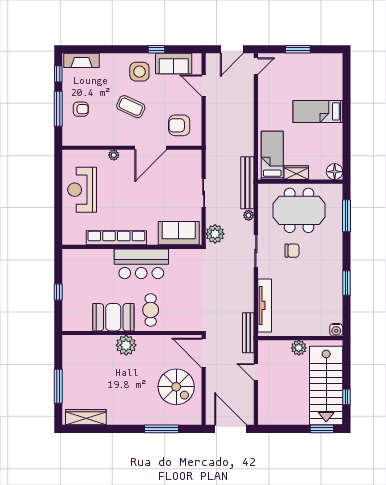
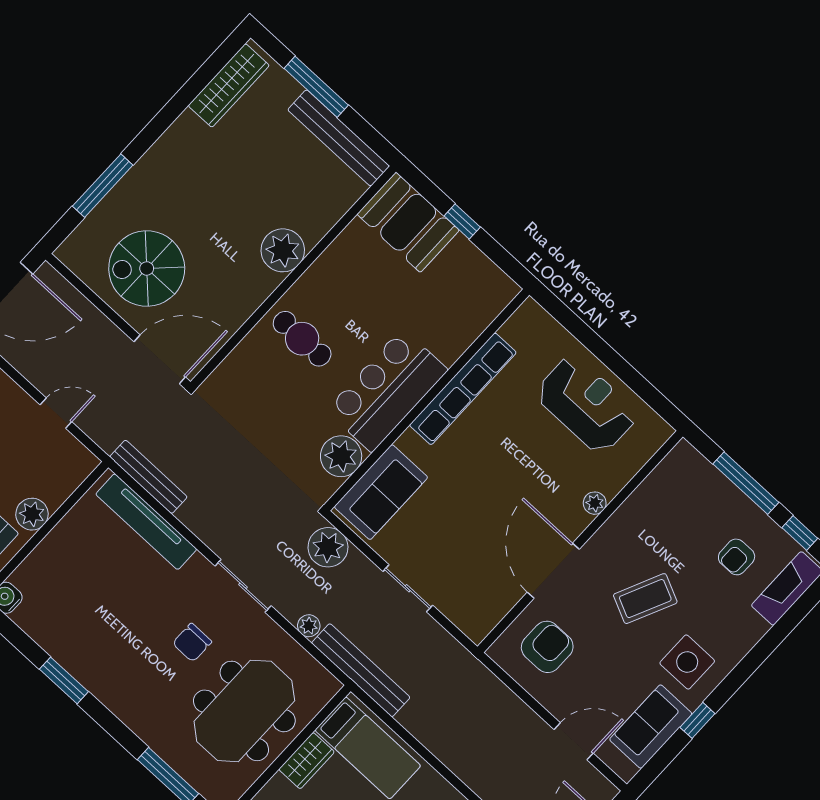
armchair: (81, 109) -> (737, 557), moved
plant: (179, 259) -> (341, 456), added
booth: (113, 317) -> (408, 222), moved, turned 90
bench: (248, 333) -> (148, 477), moved
bench: (69, 362) -> (339, 138), added

